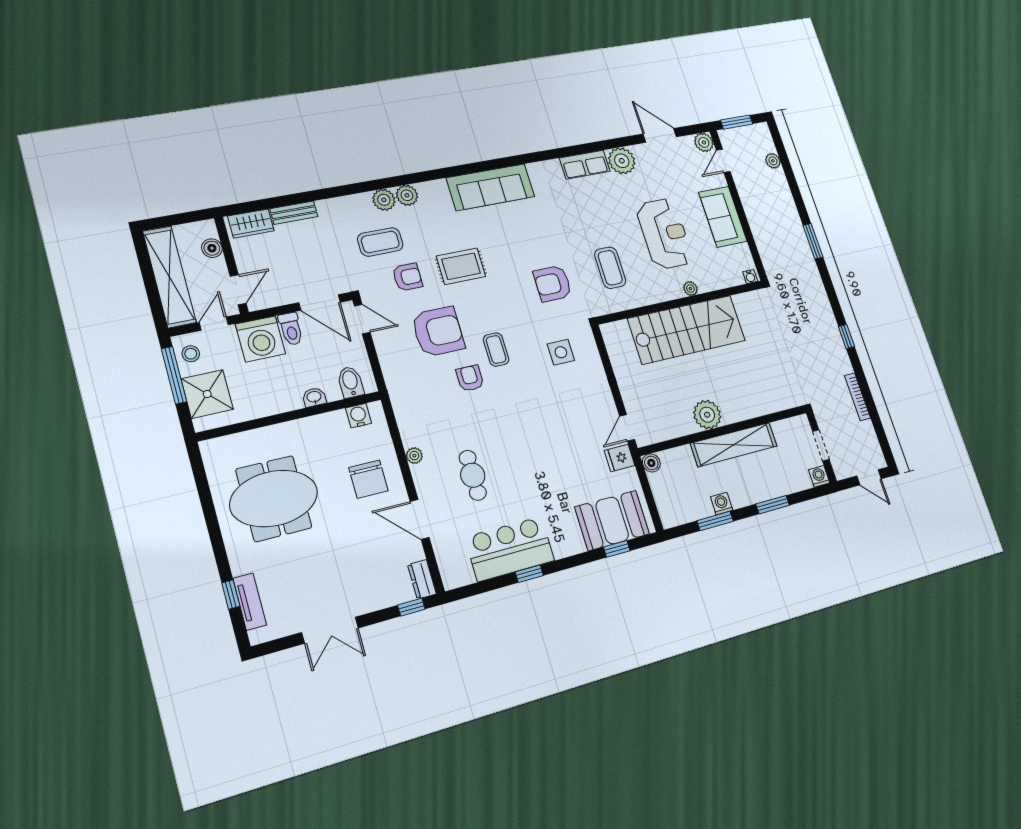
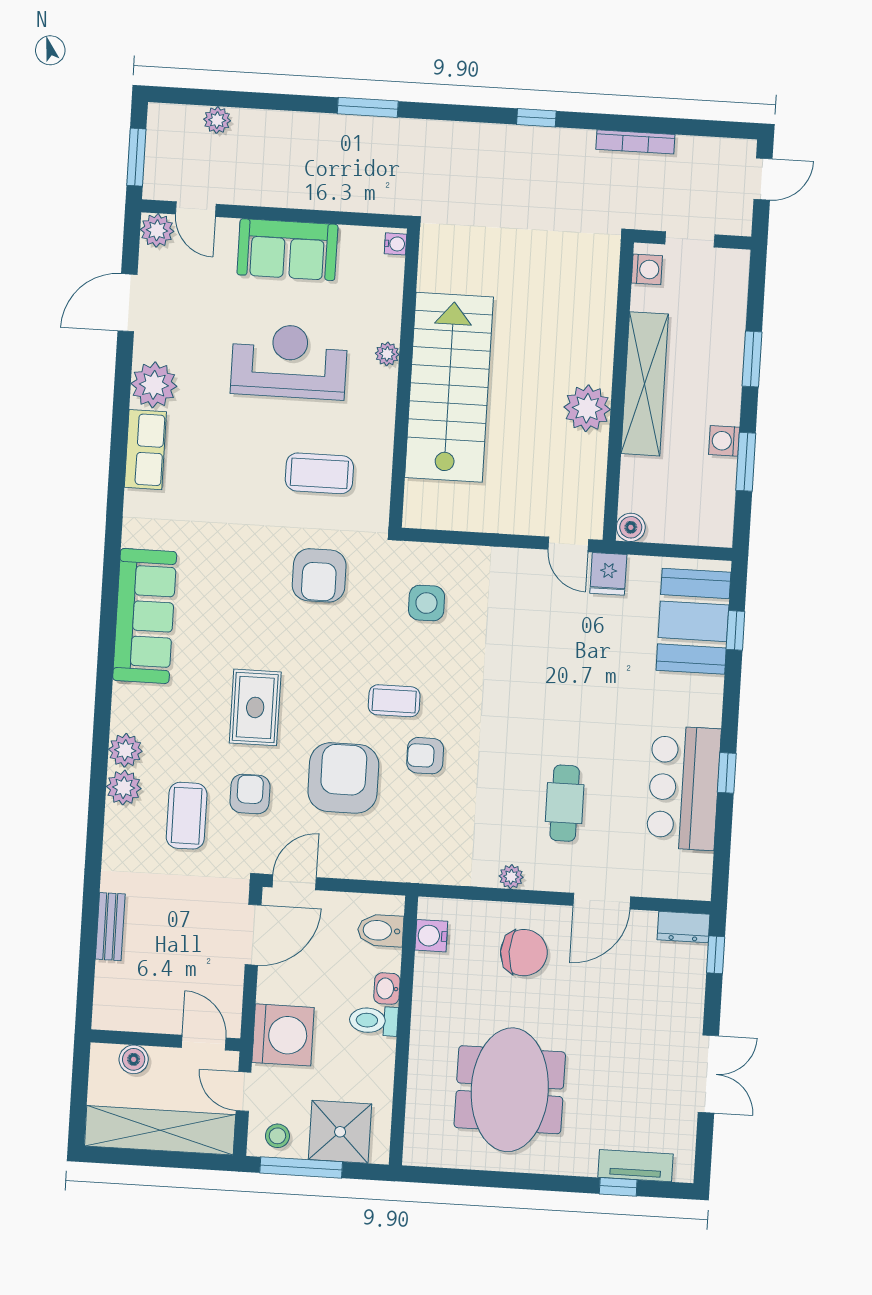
wardrobe: (251, 223) -> (111, 993), removed
toilet: (291, 329) -> (374, 1021), moved, turned 180
cafe table: (473, 475) -> (565, 803), turned 90
washing machine: (819, 476) -> (647, 269), moved, turned 180

